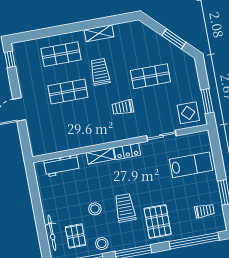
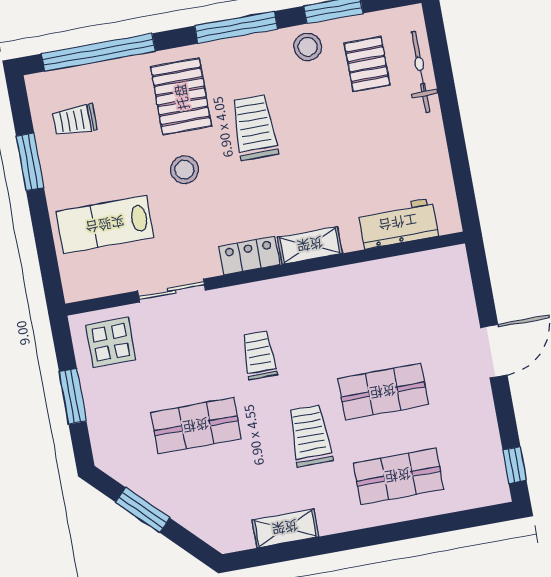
shelving: (99, 33) -> (285, 528), moved
trolley: (100, 72) -> (310, 436), turned 180
window: (207, 101) -> (73, 396), moved
trolley: (123, 107) -> (259, 355), turned -90
trolley: (125, 208) -> (255, 128), turned 180
stool: (95, 209) -> (184, 170), moved

